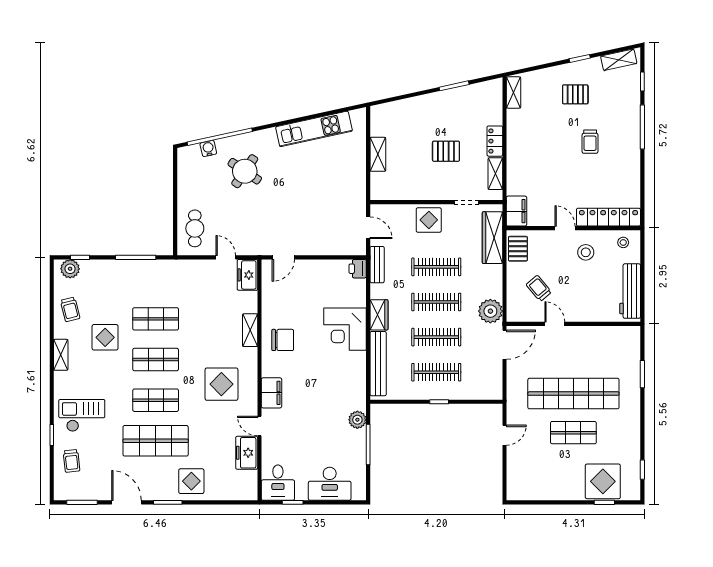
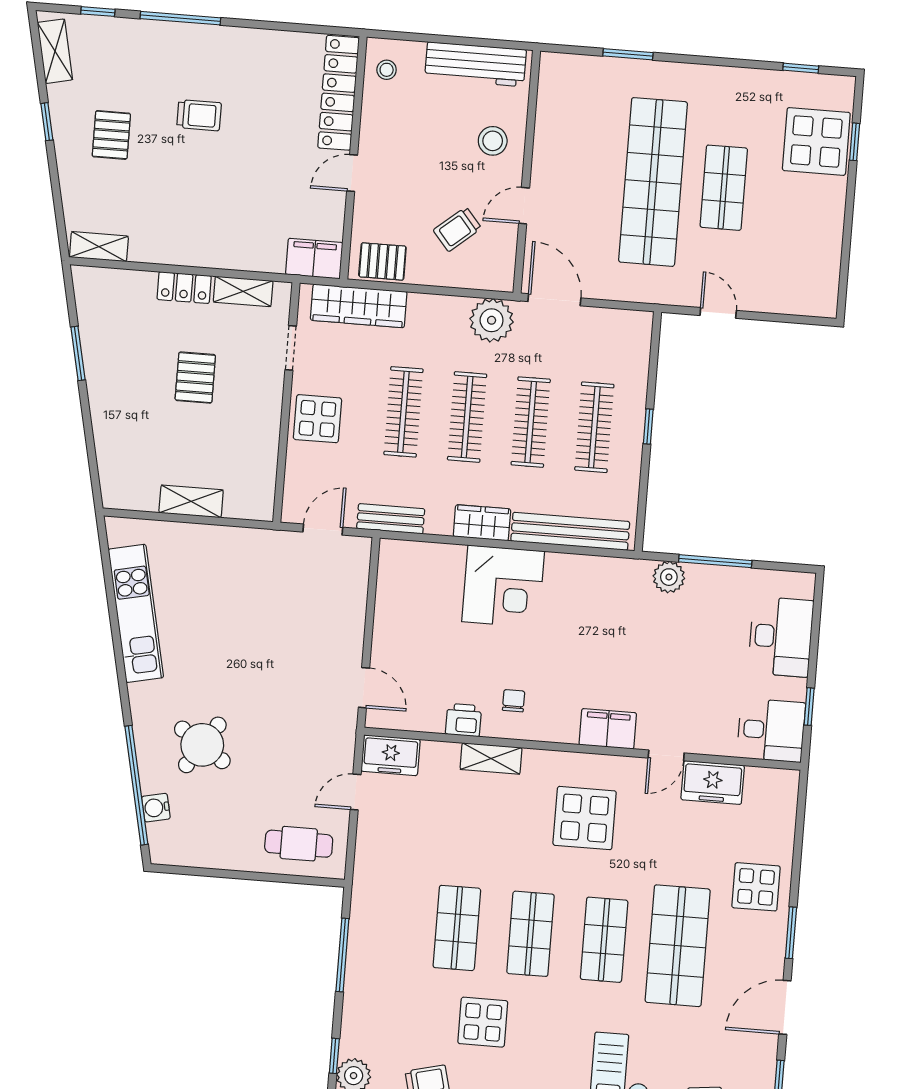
stool: (586, 252) -> (493, 141), moved
printer: (358, 269) -> (463, 720), moved, turned 180
chair: (283, 340) -> (514, 701), width x0.54, depth x0.54

